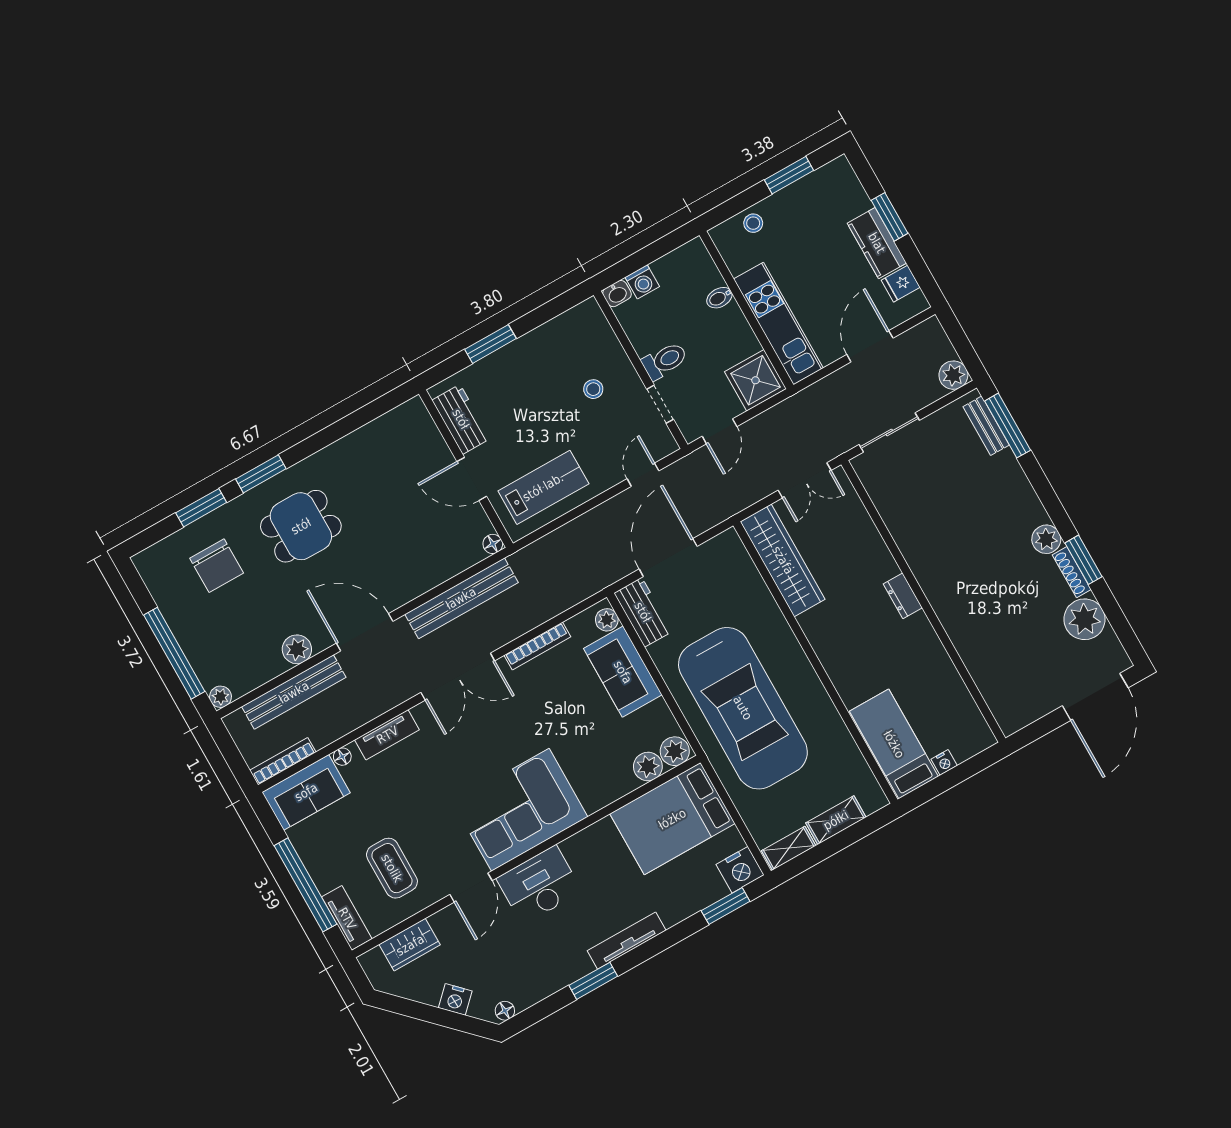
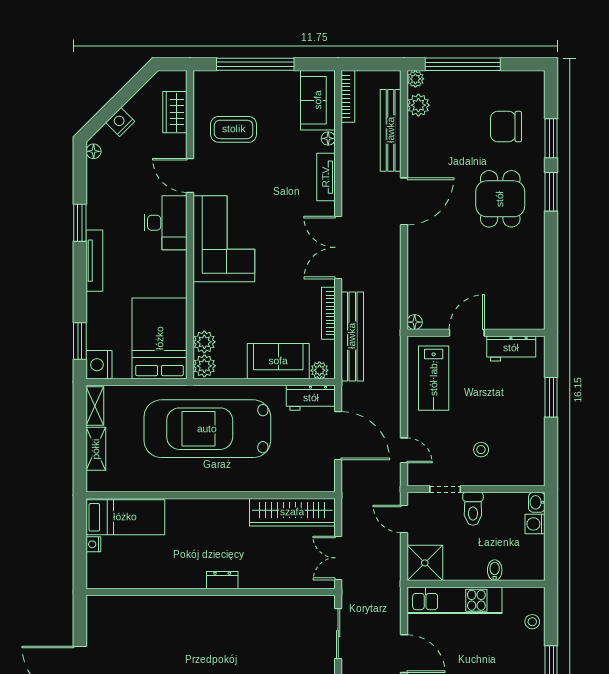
bench: (461, 598) -> (352, 336), moved
plant: (297, 649) -> (418, 105), moved
tv unit: (347, 918) -> (217, 80), removed

